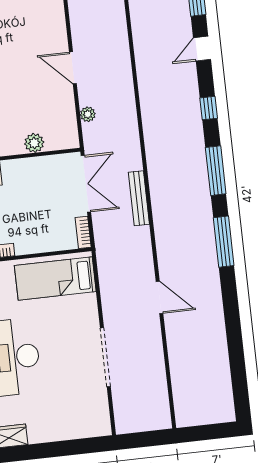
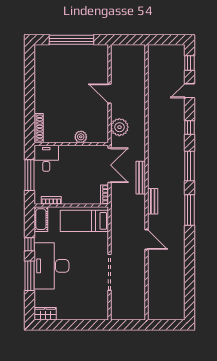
plant: (88, 114) -> (119, 127), width x1.87, depth x1.87
bench: (162, 234) -> (153, 201), added

